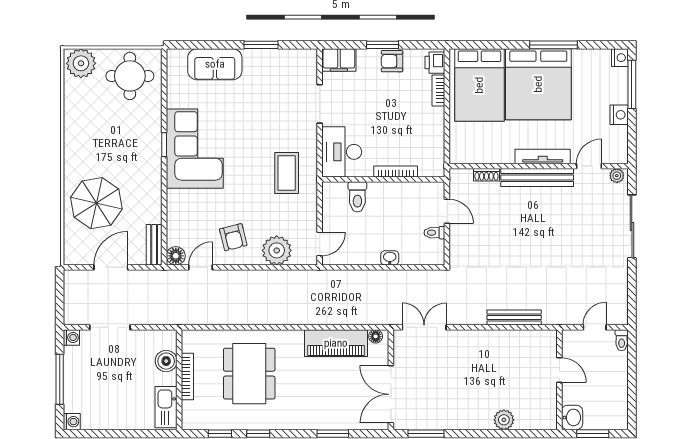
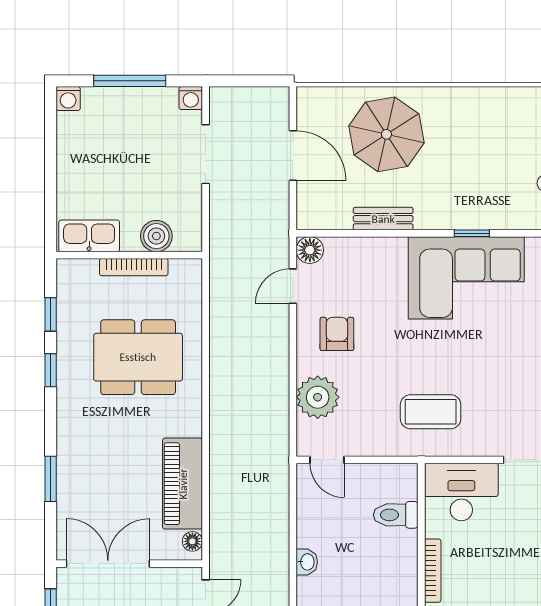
armchair: (233, 237) -> (337, 334), turned 104
bench: (154, 245) -> (383, 219), moved
door: (201, 267) -> (293, 286), swing flipped

